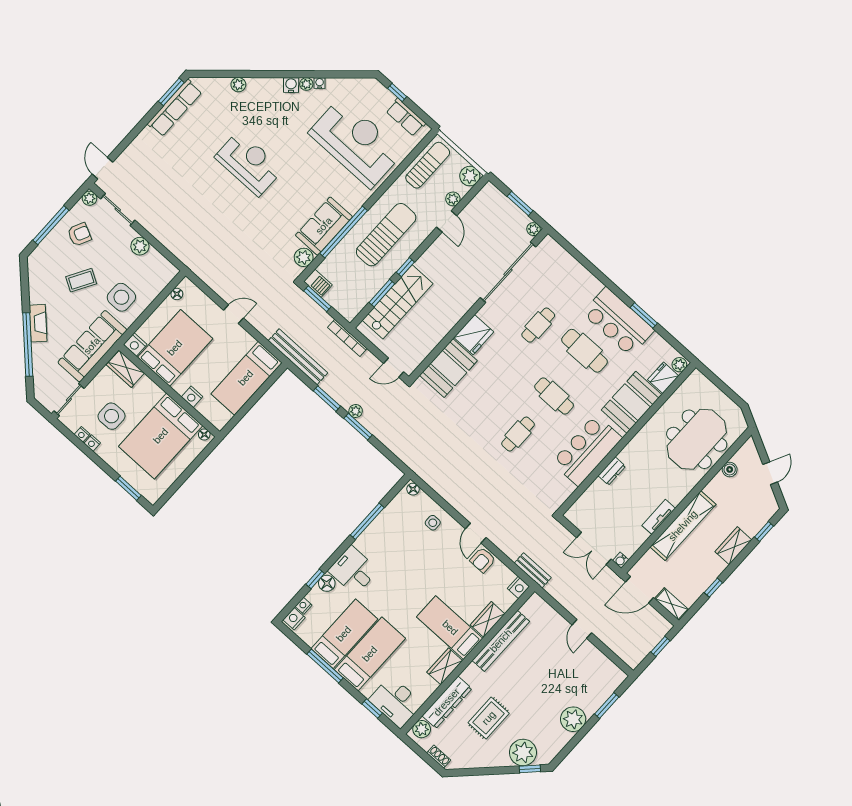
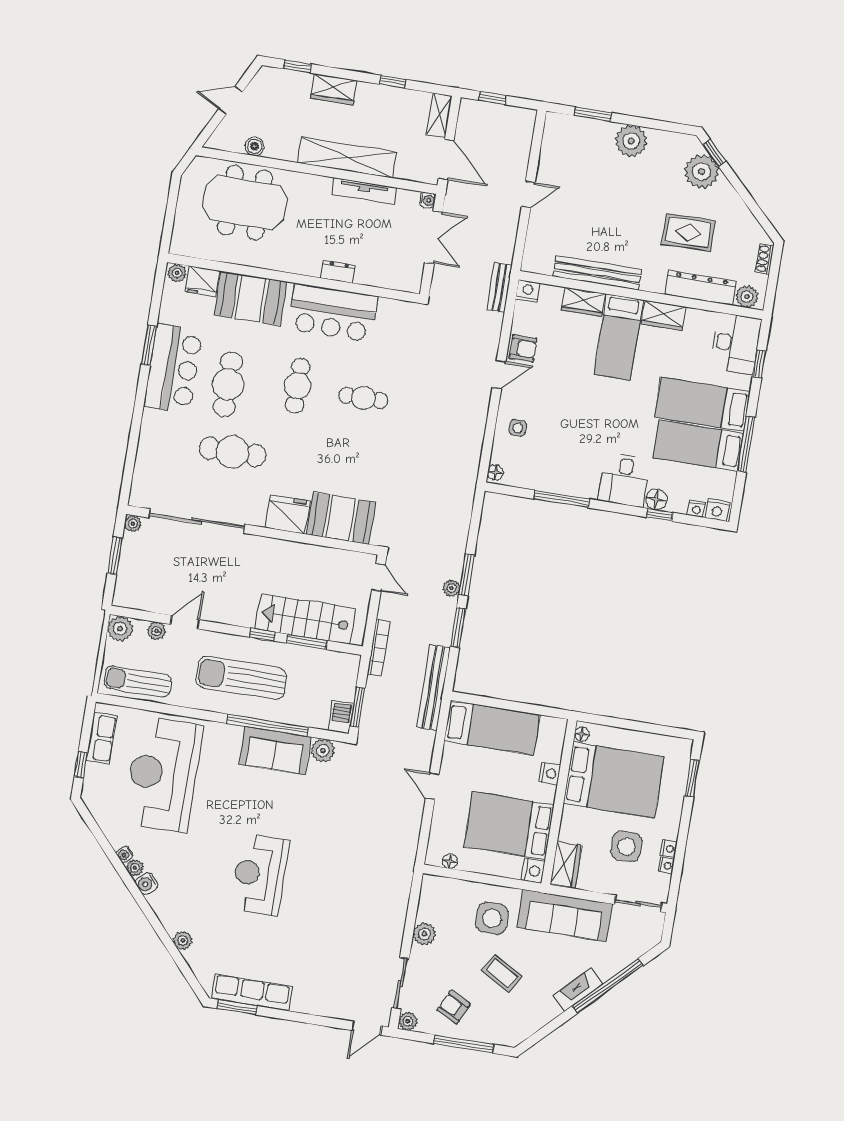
cafe table: (538, 325) -> (233, 452), width x1.37, depth x1.35
tv unit: (659, 517) -> (364, 191), width x1.41

